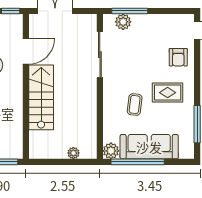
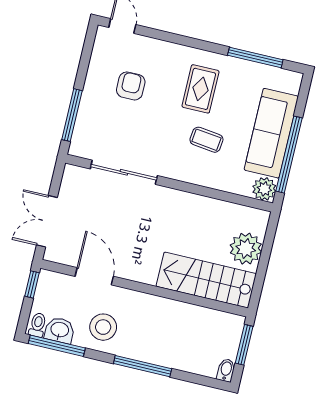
plant: (123, 22) -> (85, 128), removed
armchair: (178, 57) -> (131, 86), moved, turned -90
stairs: (41, 97) -> (206, 280), moved
plant: (73, 153) -> (246, 249), width x1.88, depth x1.88

